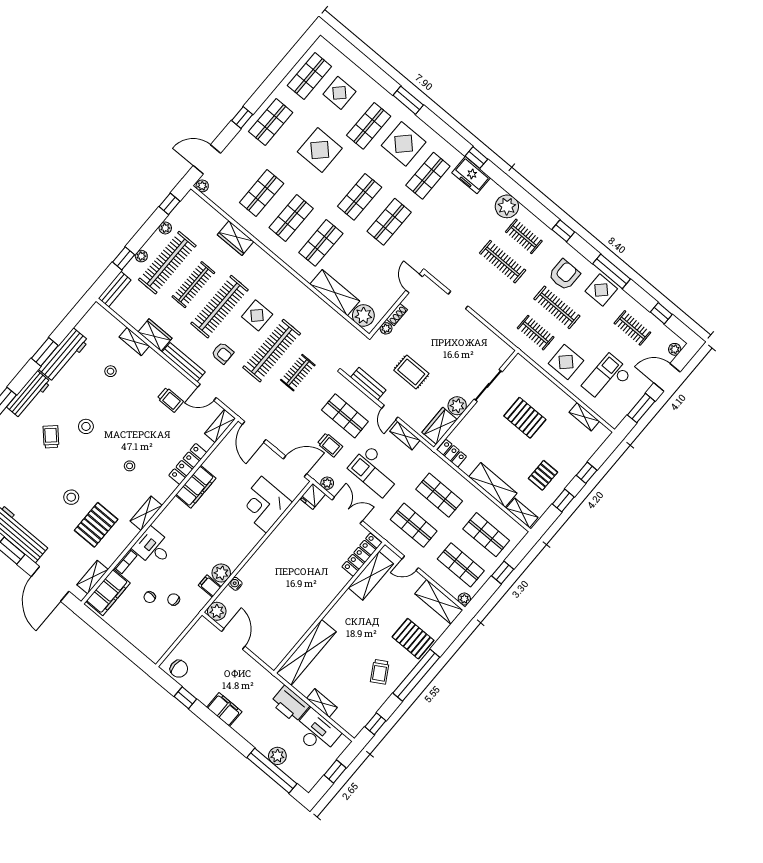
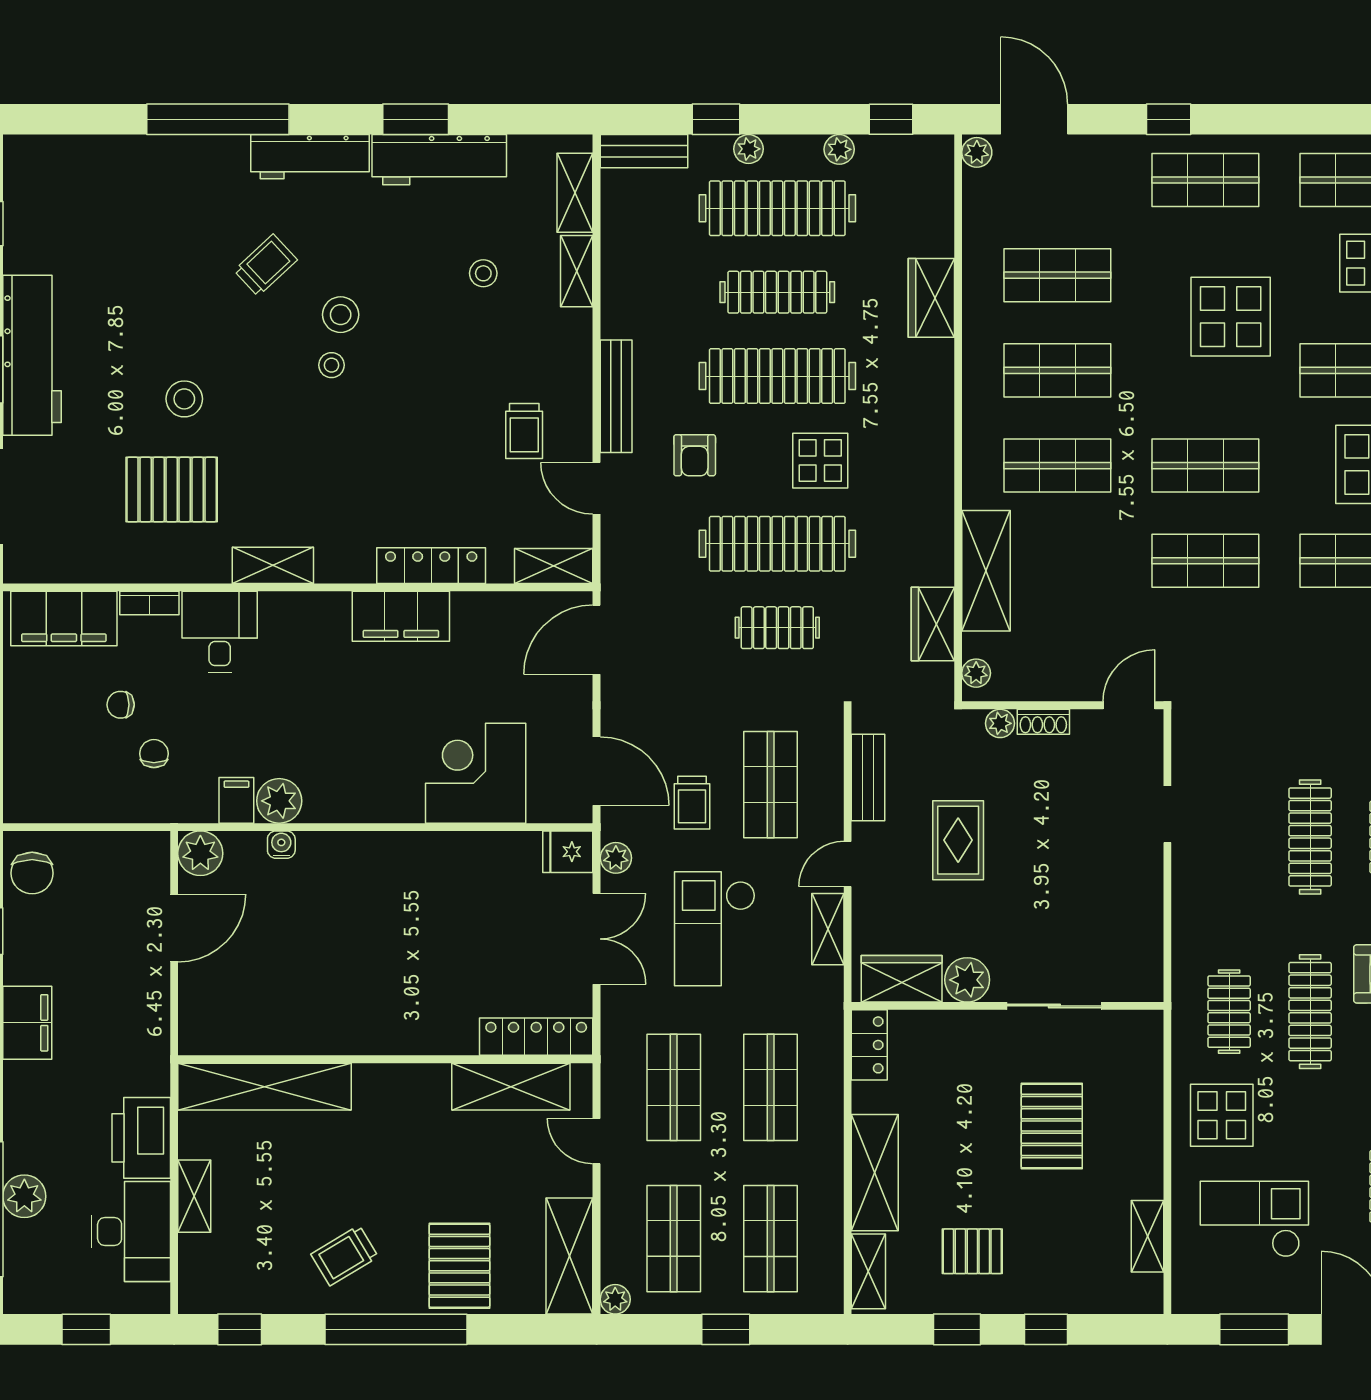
plant: (363, 315) -> (976, 673), width x0.53, depth x0.53
wardrobe: (155, 335) -> (933, 624), moved, turned 180
stool: (130, 466) -> (332, 365), moved
shelving: (93, 577) -> (575, 193), moved, turned 90

